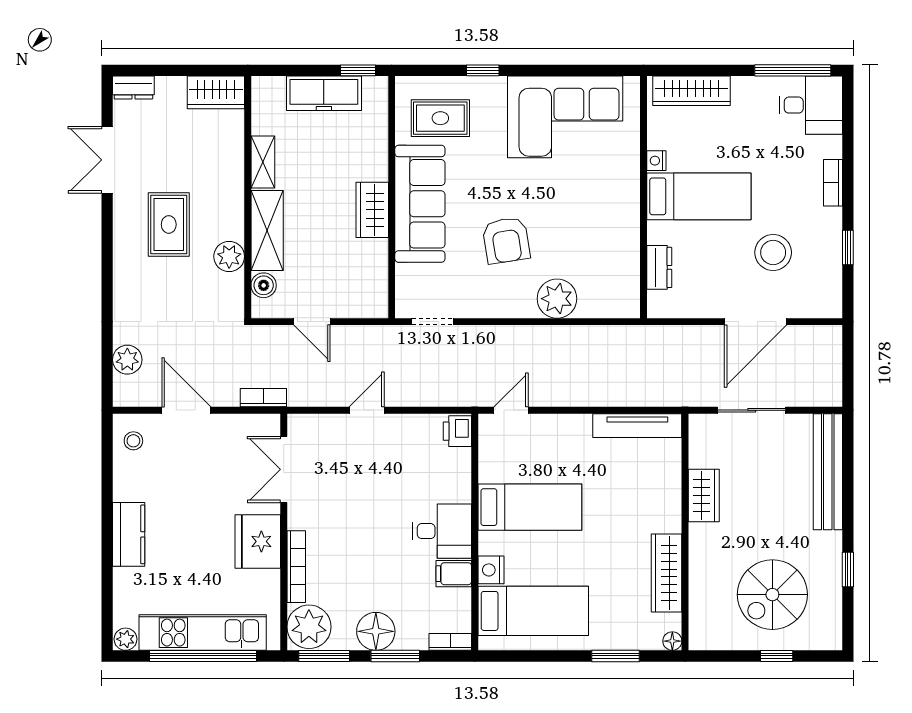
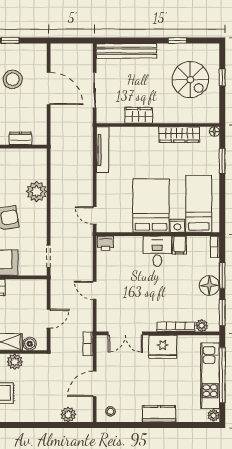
bed: (530, 507) -> (151, 206), width x1.50
plant: (309, 627) -> (202, 326), width x0.53, depth x0.53

